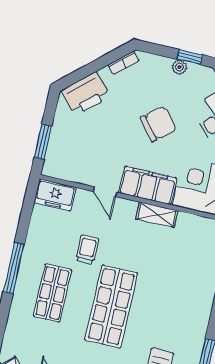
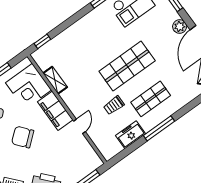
freezer: (55, 195) -> (131, 135), moved, turned -90
shelving: (157, 215) -> (55, 80), moved

